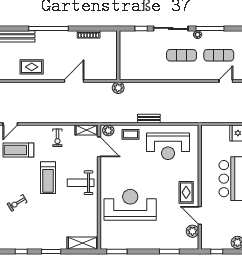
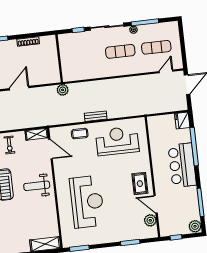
plant: (108, 130) -> (58, 132), removed
reception desk: (168, 146) -> (117, 141), turned 180
reception desk: (130, 205) -> (87, 202), turned 90

